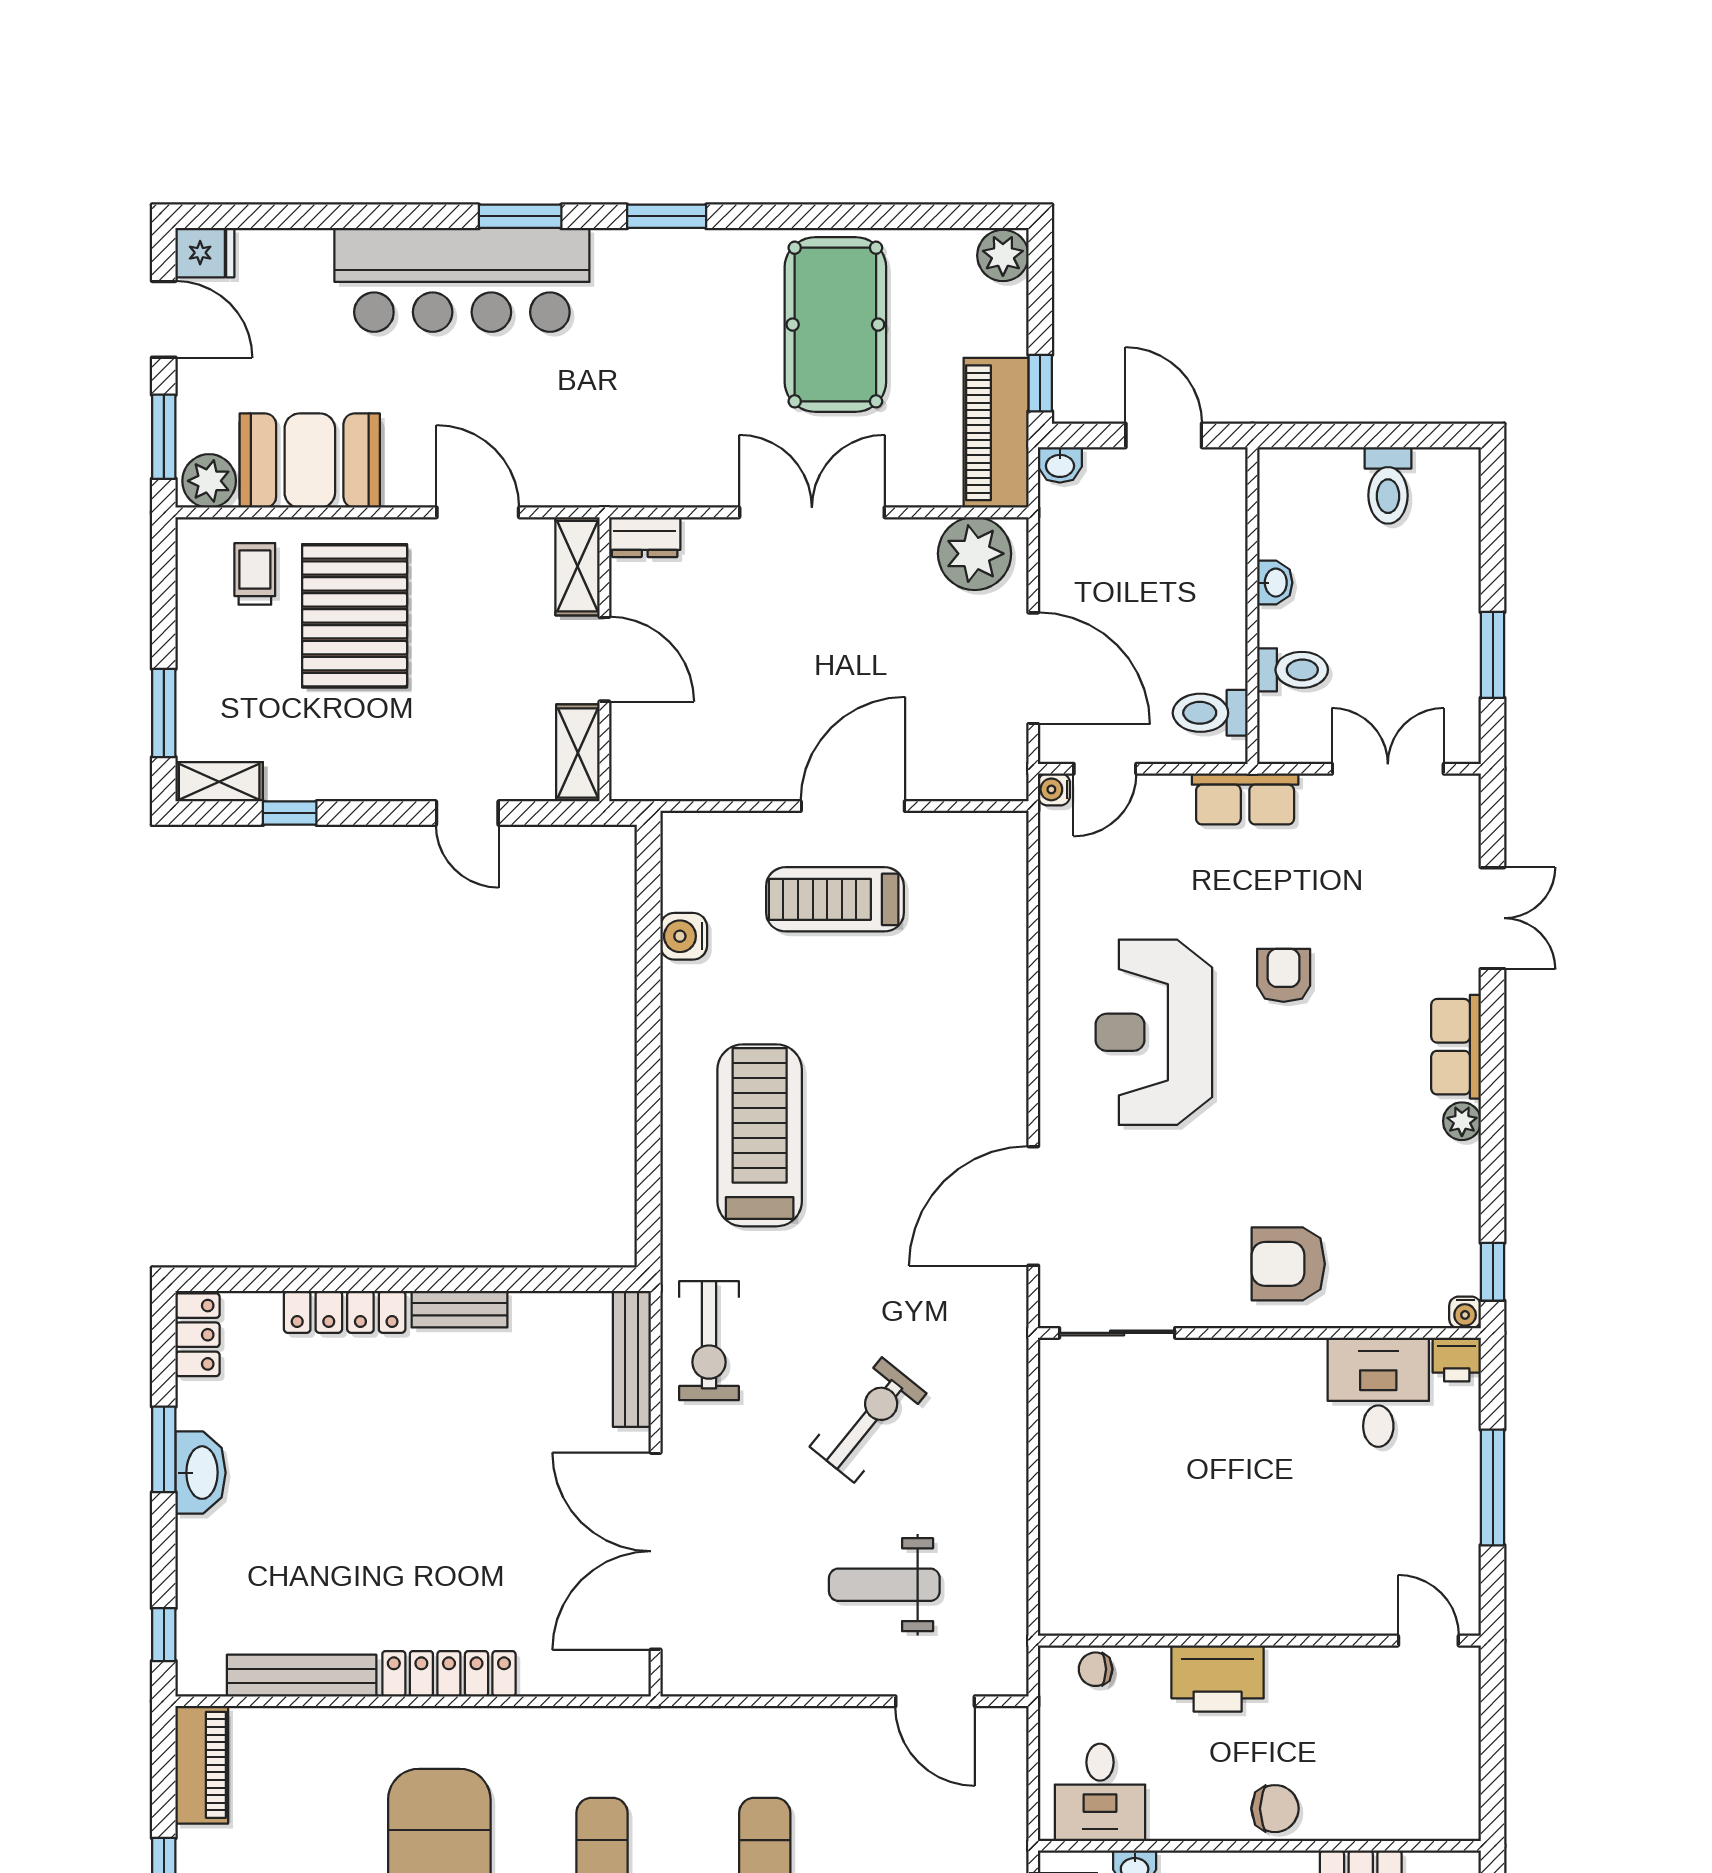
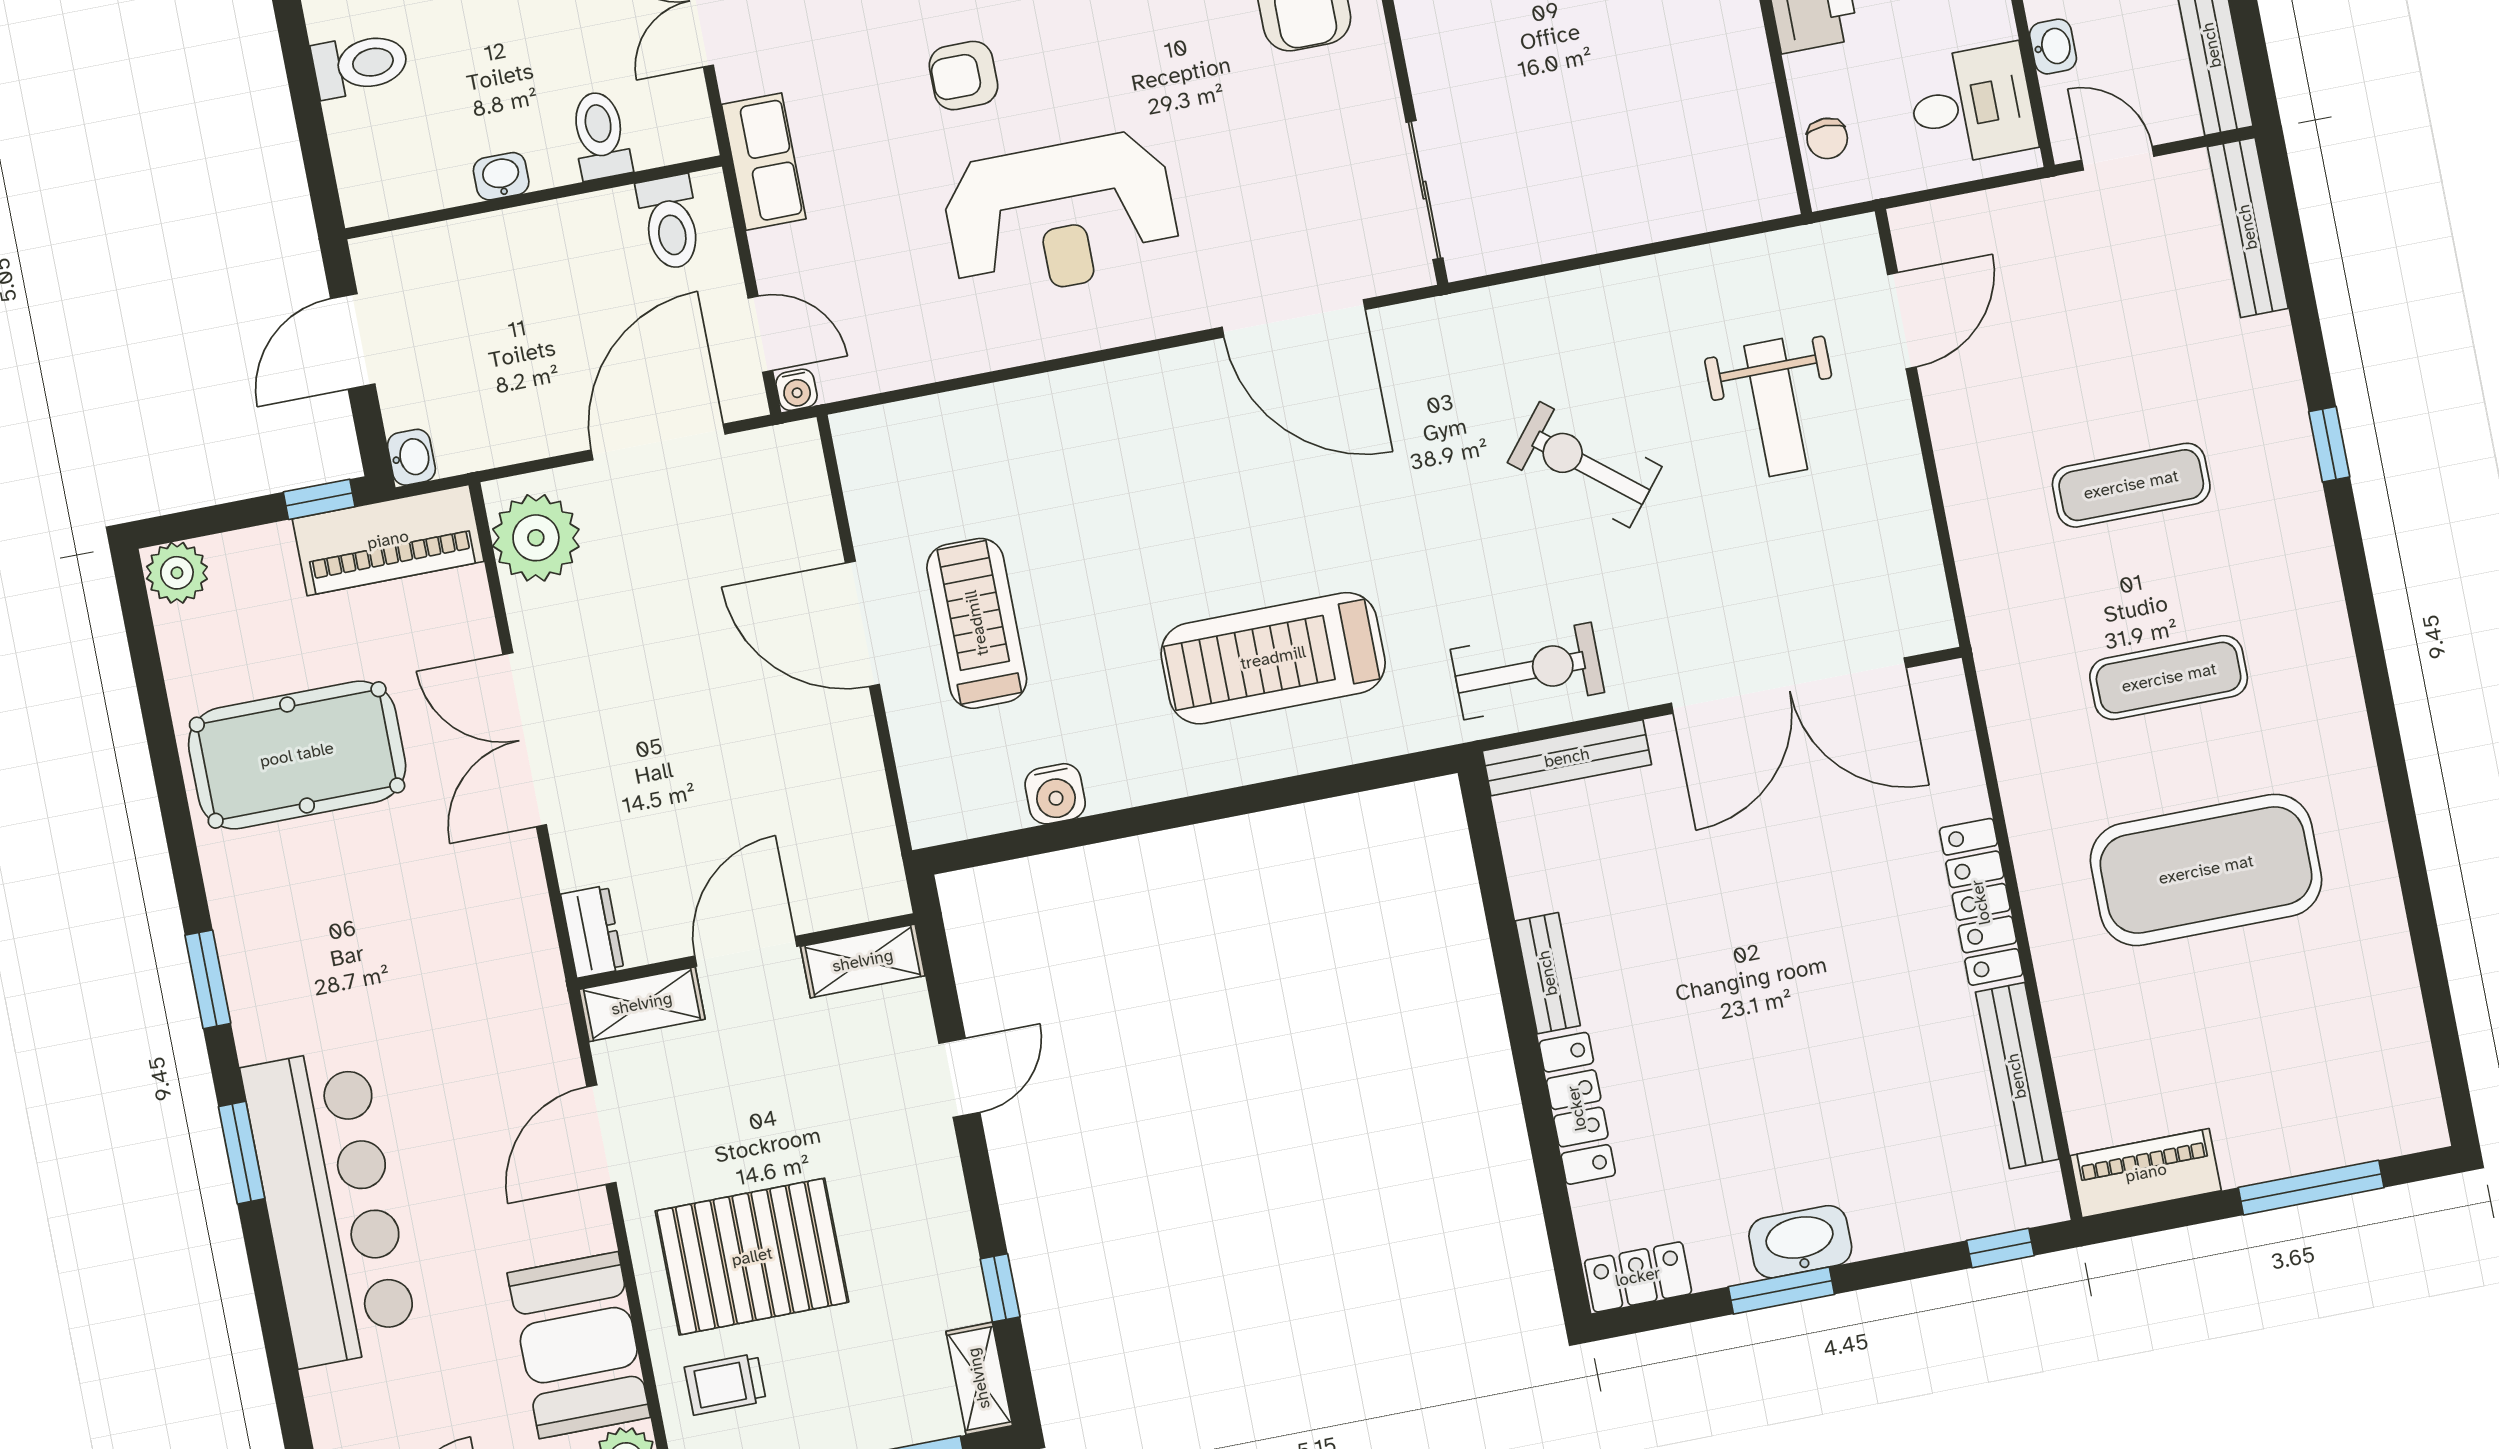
treadmill: (835, 899) -> (977, 623), turned 180

